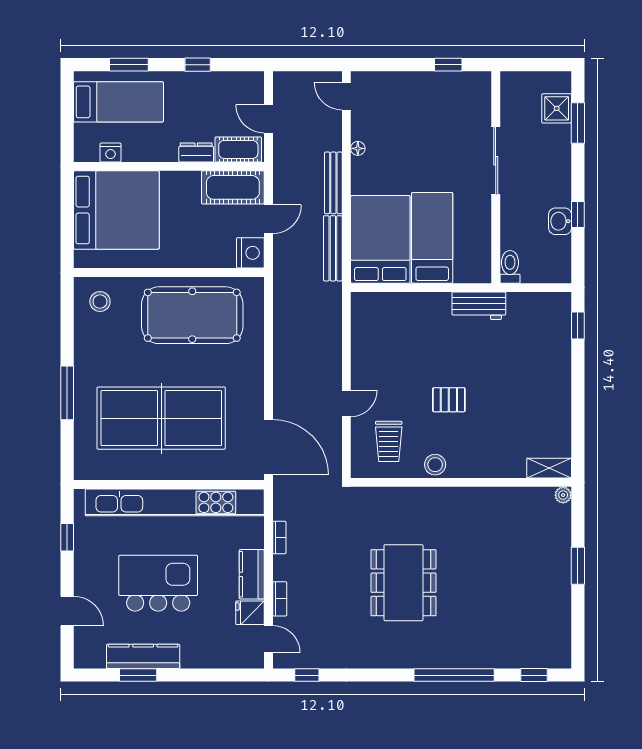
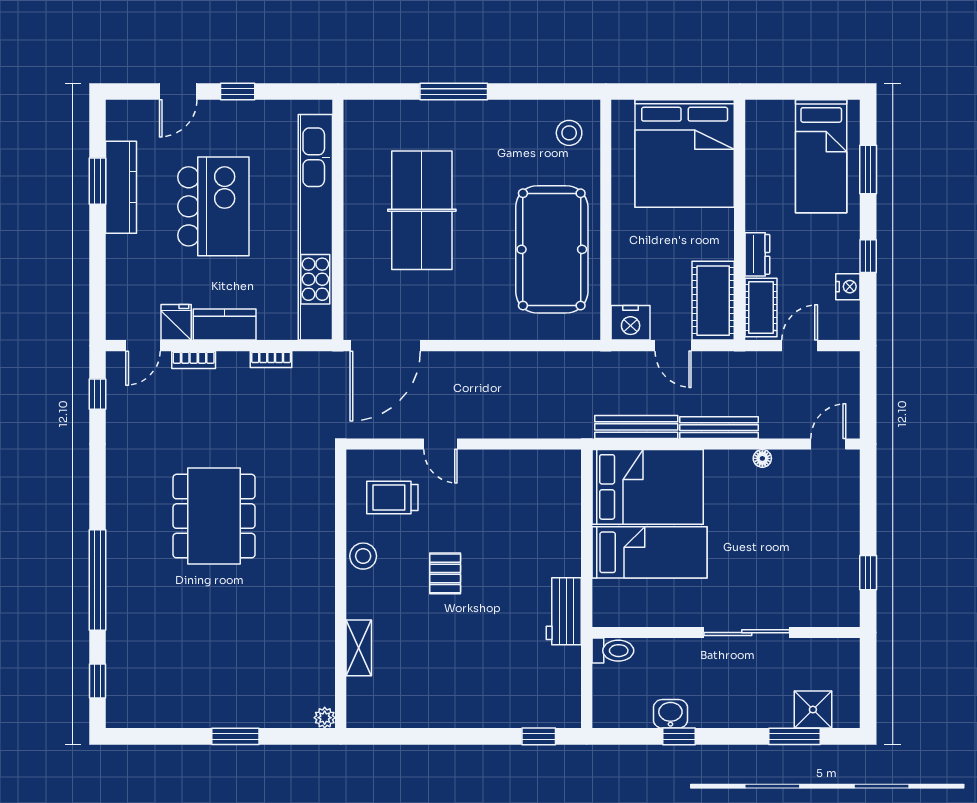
nightstand: (110, 153) -> (848, 287), moved, turned 180
table tennis table: (161, 418) -> (422, 210), width x0.73, depth x0.76
shelving: (549, 468) -> (359, 648), moved
window: (67, 537) -> (238, 91), moved
dining table: (403, 583) -> (214, 516), turned 90

